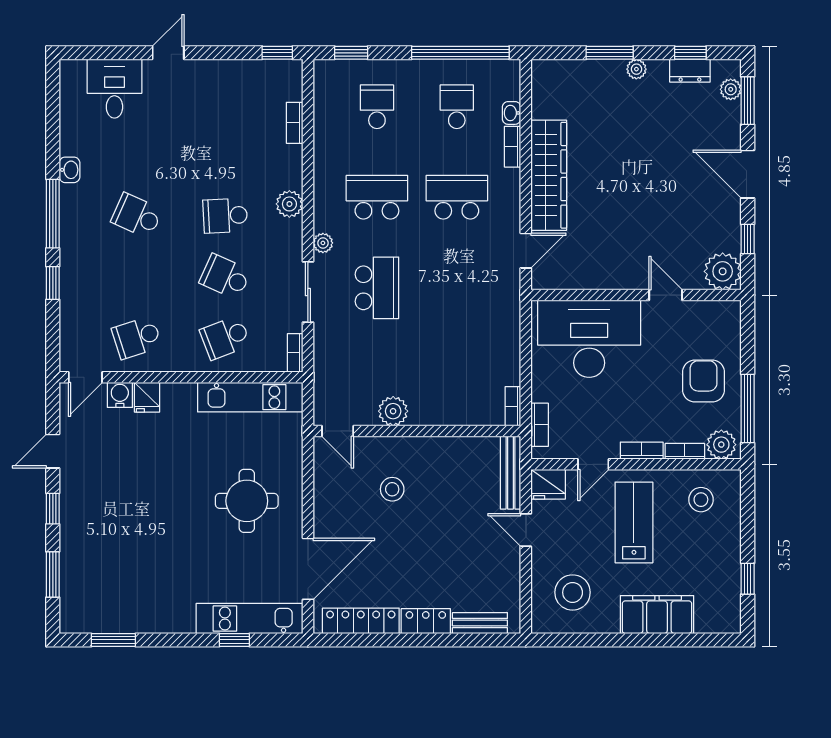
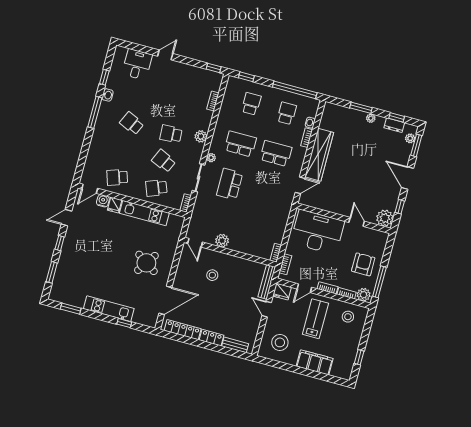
window: (53, 283) -> (104, 77), moved
school desk: (377, 288) -> (230, 184), turned 180
kitchen unit: (250, 397) -> (144, 213), moved
round table: (247, 501) -> (146, 263), turned 34
kitchen unit: (249, 619) -> (109, 309), moved

